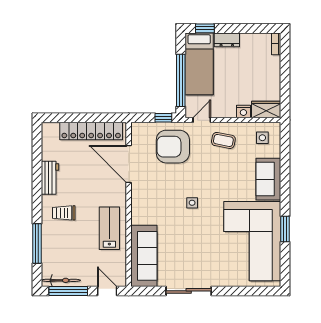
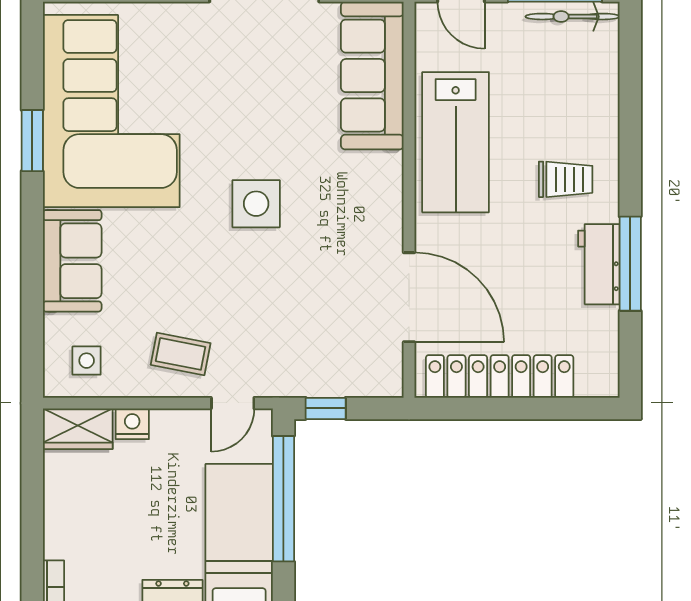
armchair: (173, 147) -> (302, 339), removed
side table: (192, 203) -> (256, 204), width x1.87, depth x1.87
lab bench: (109, 228) -> (456, 142), width x1.36, depth x1.39
window: (37, 244) -> (630, 264), moved

